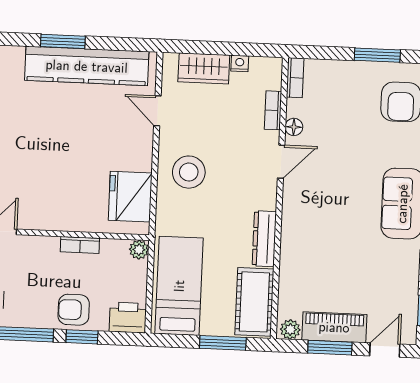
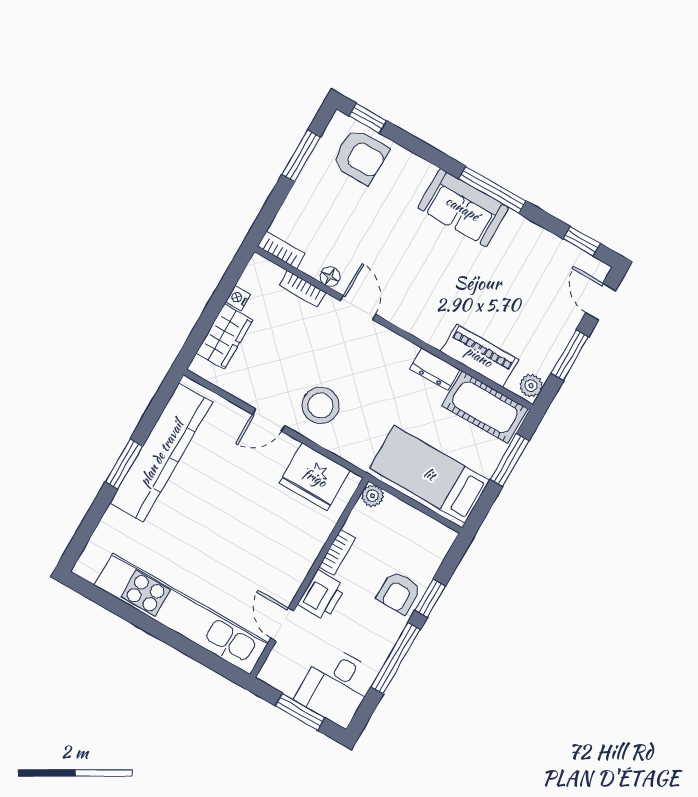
door: (157, 111) -> (269, 420), moved
dresser: (264, 239) -> (435, 369), width x0.70
printer: (128, 318) -> (322, 595), moved, turned 180
piano: (334, 327) -> (479, 356), moved, turned 90

